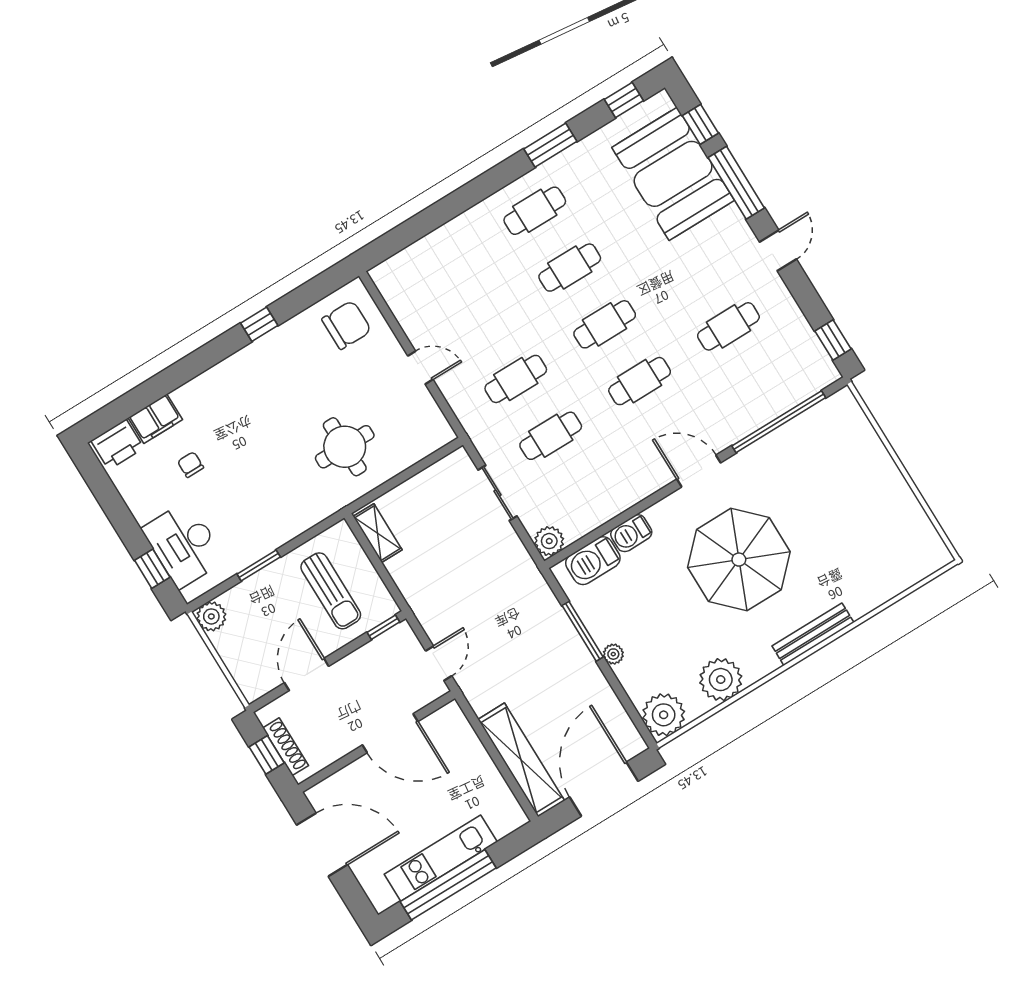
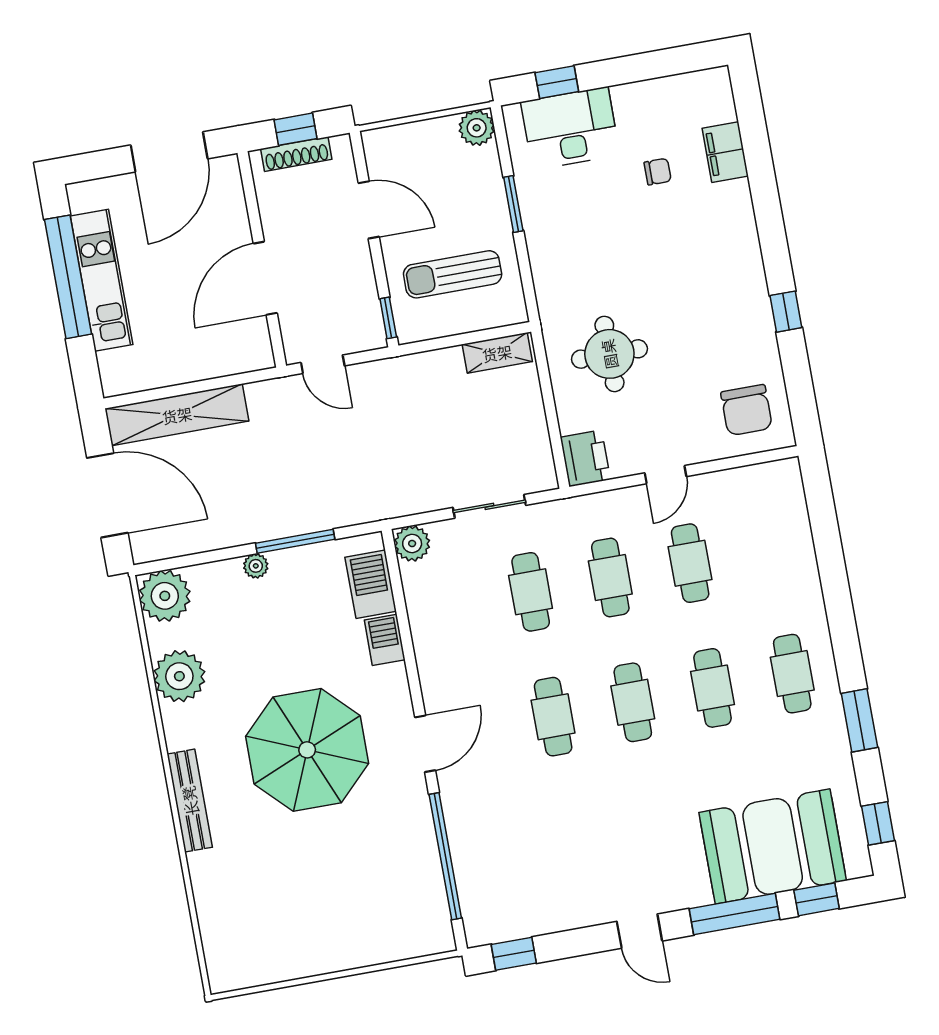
cafe table: (728, 326) -> (690, 563), moved
printer: (117, 444) -> (585, 458), moved, turned 180

